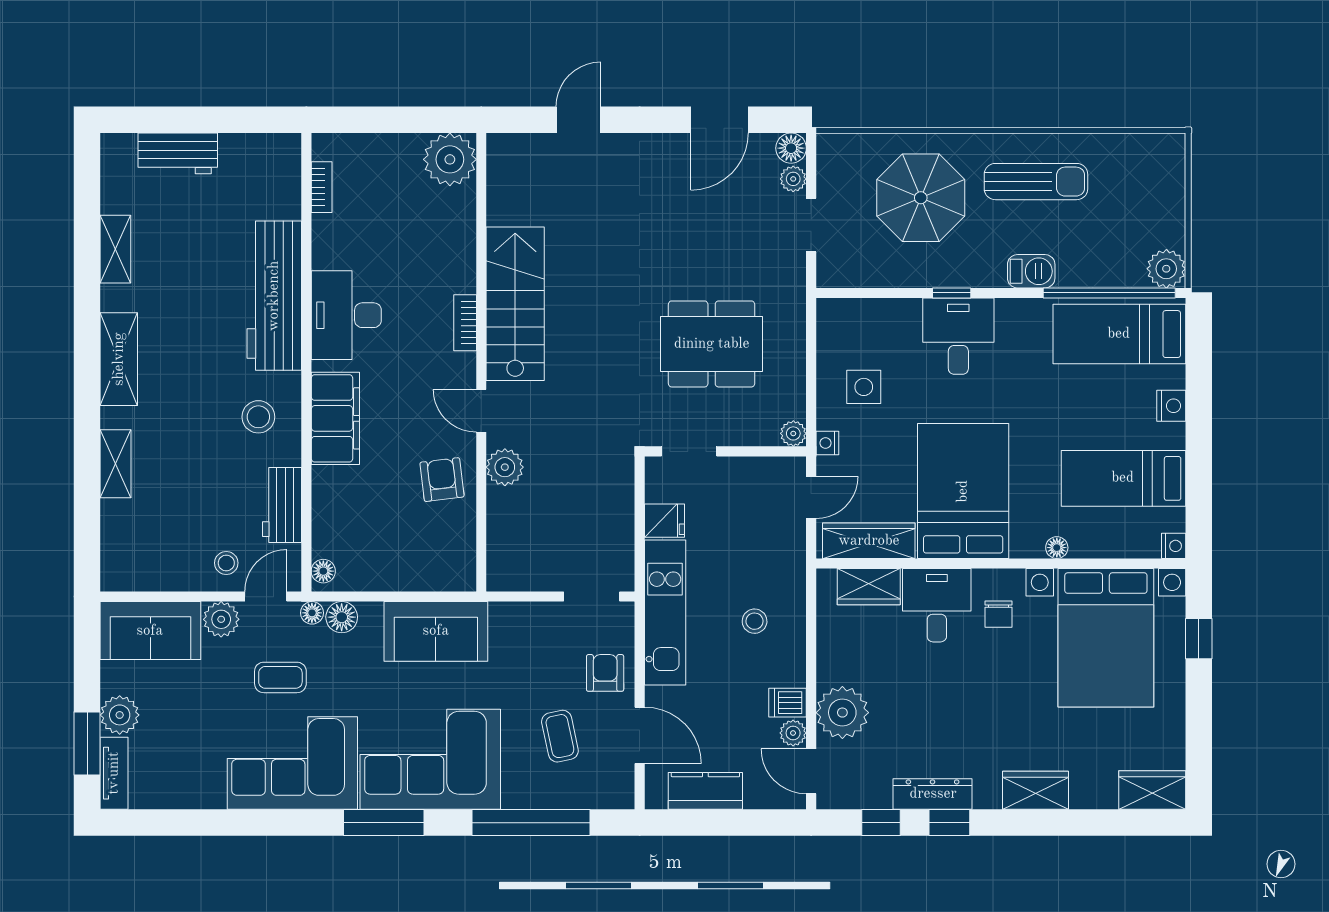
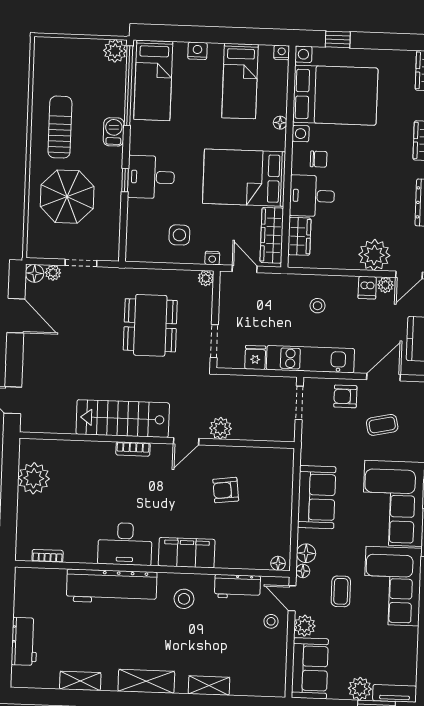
stairs: (515, 304) -> (123, 419), moved
bookcase: (465, 323) -> (133, 449), moved
wall: (481, 362) -> (157, 440), moved
door: (481, 411) -> (186, 441), moved
plant: (505, 467) -> (221, 428), moved

